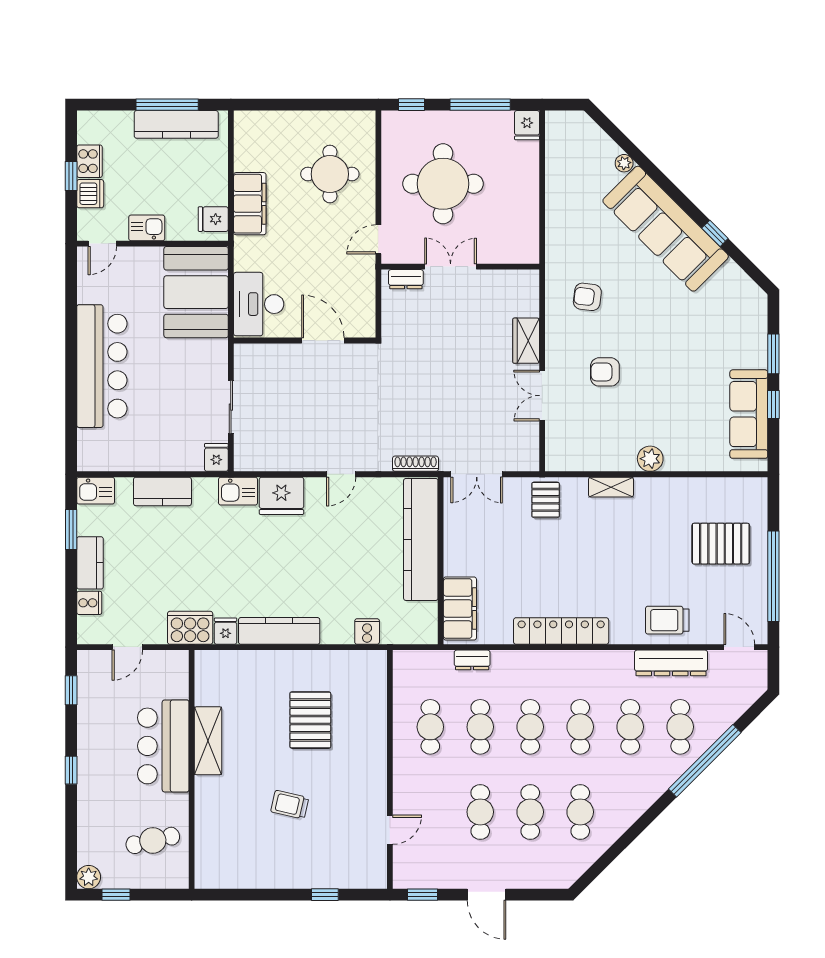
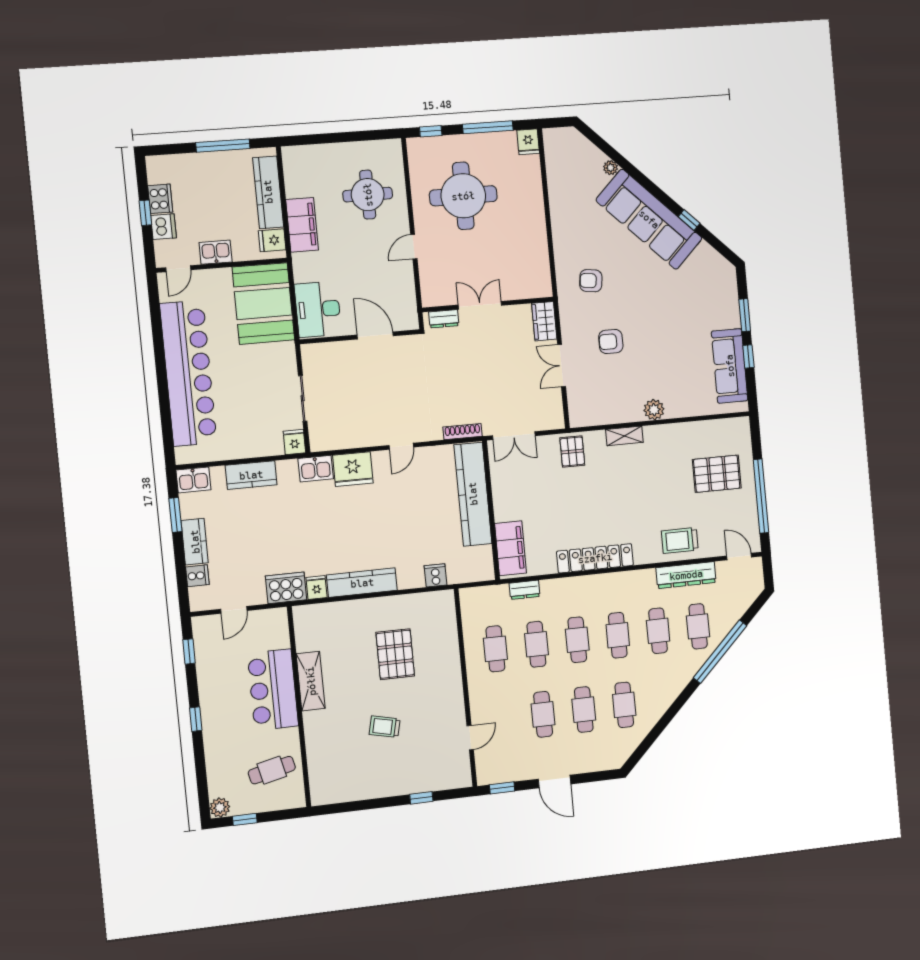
kitchen counter: (176, 124) -> (268, 192), moved, turned 90
double door: (451, 267) -> (480, 305), moved
wall: (460, 267) -> (488, 305), moved
dresser: (406, 279) -> (444, 319), moved
bar counter: (102, 366) -> (188, 373), width x1.36

